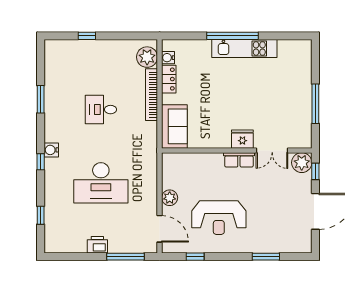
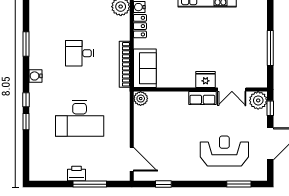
bookcase: (152, 95) -> (125, 64), moved
water cooler: (51, 150) -> (35, 76), moved
plant: (170, 198) -> (141, 99), moved
window: (41, 215) -> (26, 122), moved
reception desk: (219, 218) -> (224, 151), moved, turned 180
window: (125, 257) -> (90, 184), moved
window: (266, 257) -> (239, 184), moved

